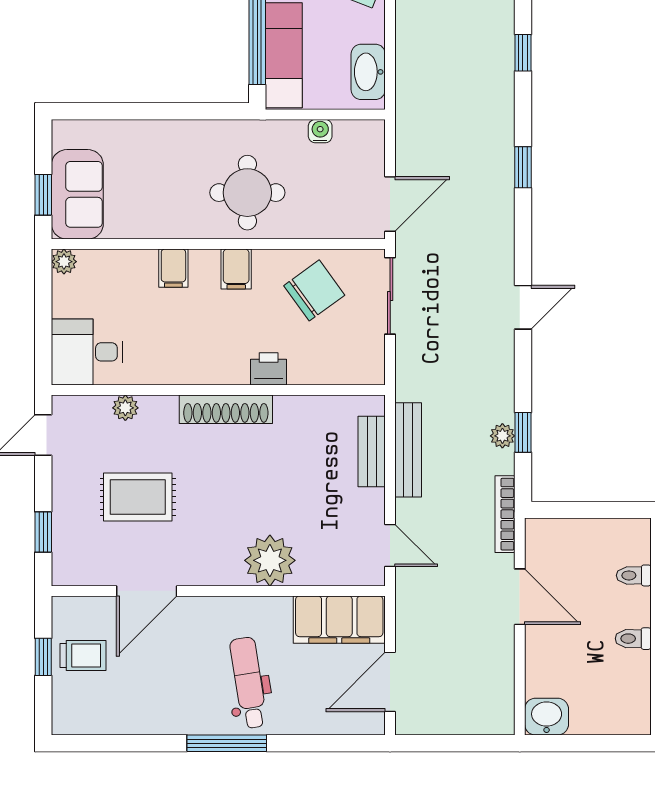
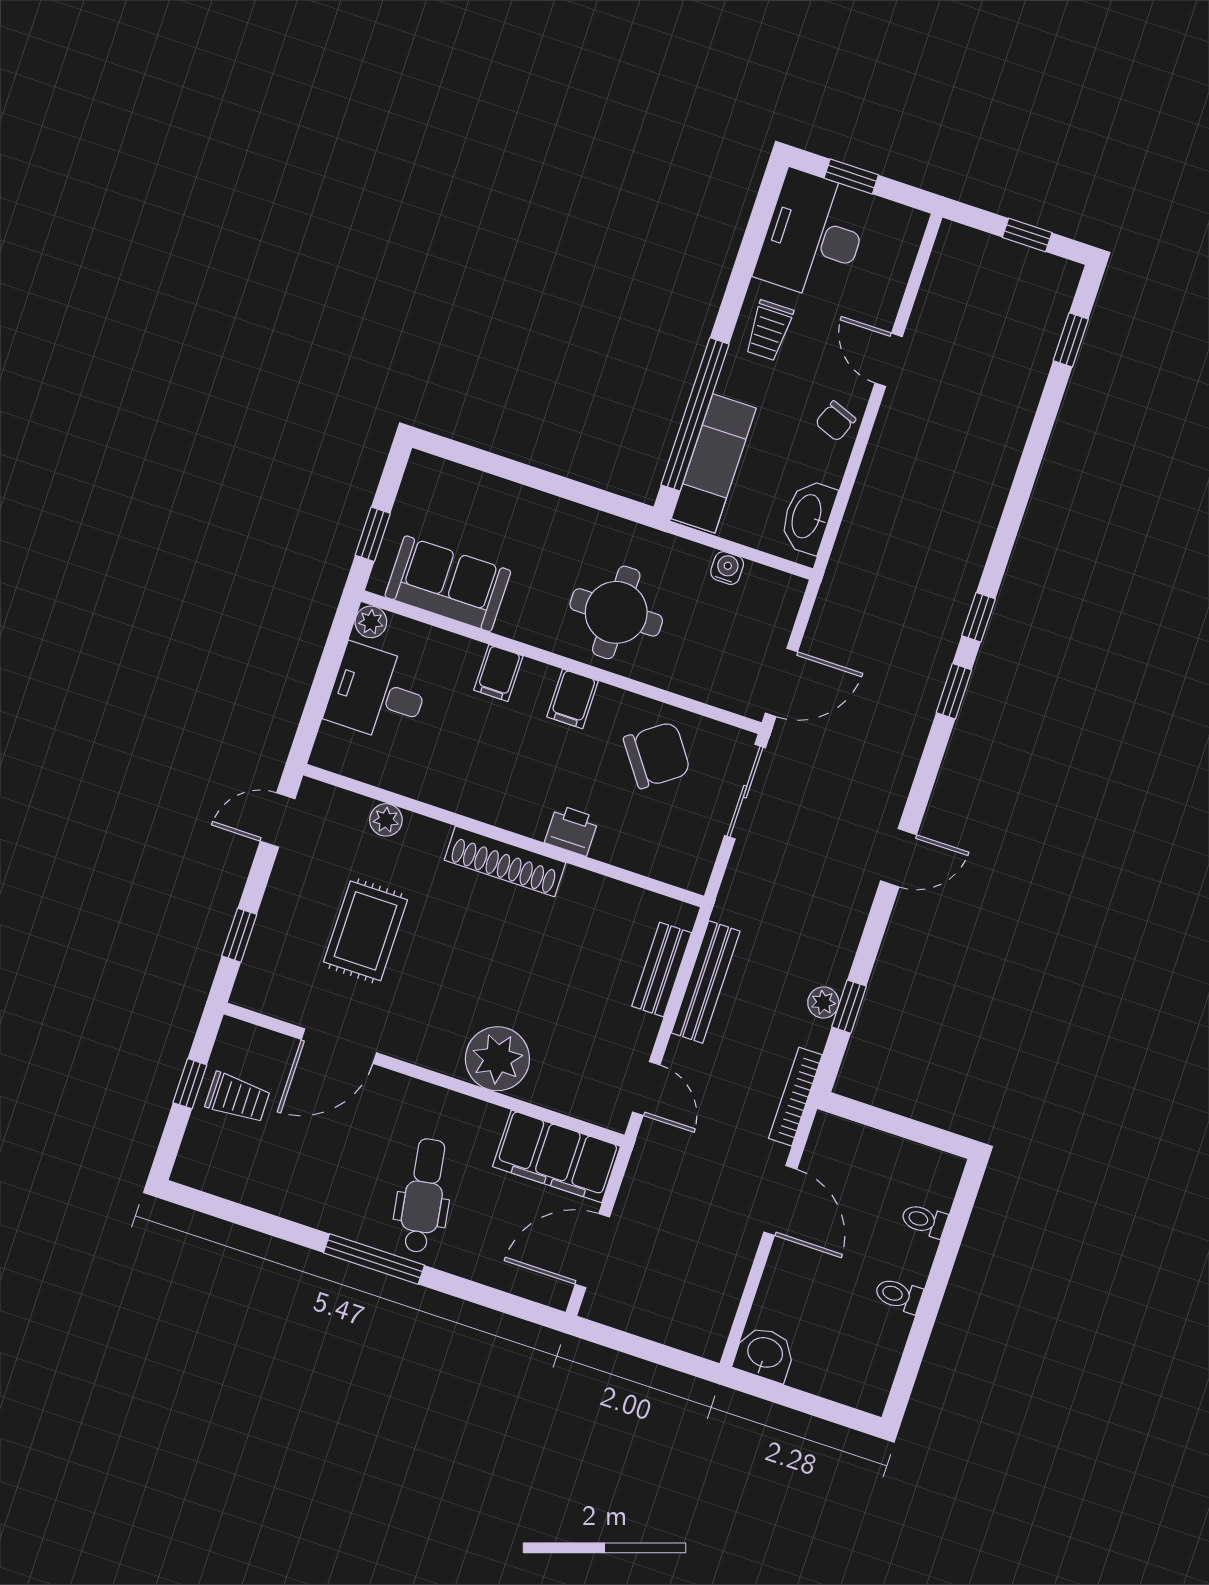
window: (523, 53) -> (979, 617), moved
sofa: (77, 194) -> (448, 584), moved, turned -90
desk: (87, 352) -> (378, 693), moved
rug: (138, 497) -> (365, 931), turned 90

